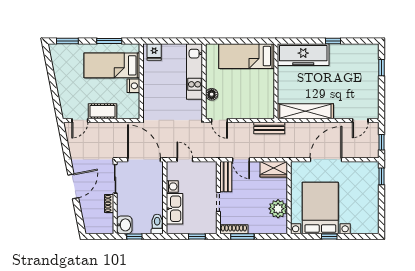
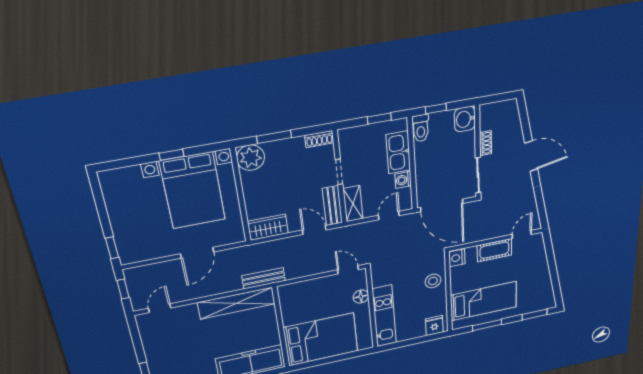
bed: (247, 56) -> (321, 339), width x1.50
nightstand: (133, 86) -> (457, 258), moved
stool: (154, 95) -> (433, 281), added
bench: (269, 128) -> (264, 278), moved
door: (185, 160) -> (389, 216), swing flipped
door: (326, 160) -> (197, 253), width x0.73
shelving: (211, 175) -> (353, 204), added
door: (73, 186) -> (531, 156), swing flipped
plant: (278, 209) -> (251, 158), moved
shoe rack: (234, 229) -> (319, 139), width x0.70
window: (134, 237) -> (436, 109), moved
window: (197, 237) -> (379, 119), moved
window: (242, 237) -> (274, 137), moved

